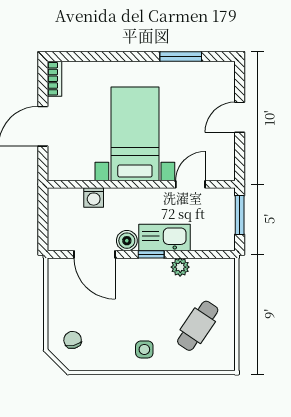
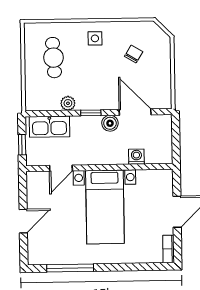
window: (181, 57) -> (70, 268), width x1.44
window: (240, 215) -> (22, 145), width x0.67
kitchen sink: (165, 238) -> (49, 127), moved
cafe table: (198, 326) -> (54, 58), turned -37
chair: (73, 340) -> (134, 54), moved, turned -136

